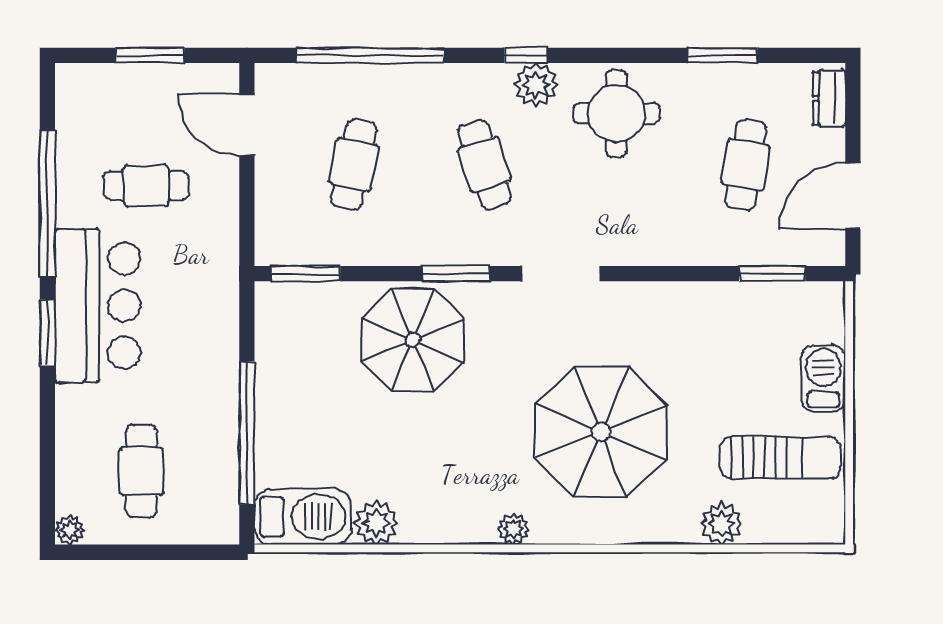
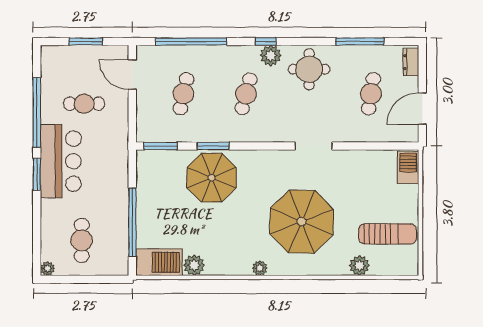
window: (722, 55) -> (360, 41), width x1.44
cafe table: (485, 165) -> (246, 94), turned 33
window: (456, 274) -> (213, 146), moved
doorway: (561, 274) -> (313, 146), moved
window: (772, 274) -> (384, 146), removed
barbecue: (823, 378) -> (408, 167), moved

